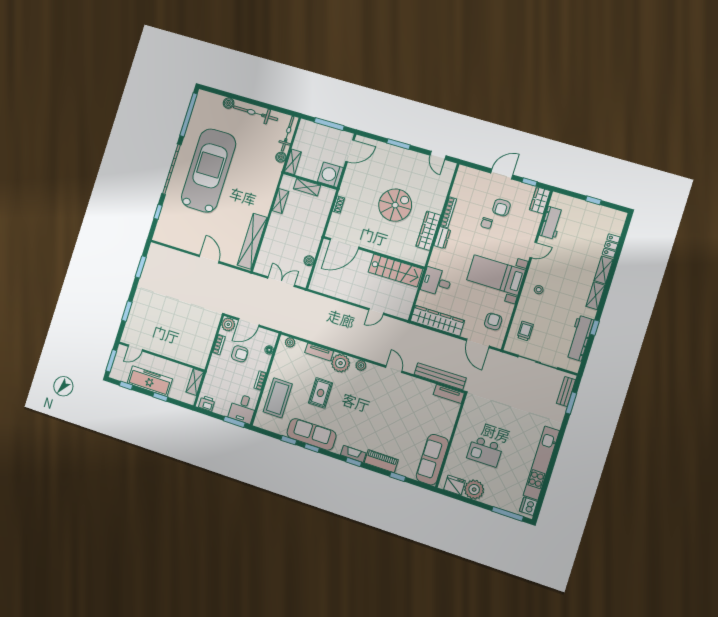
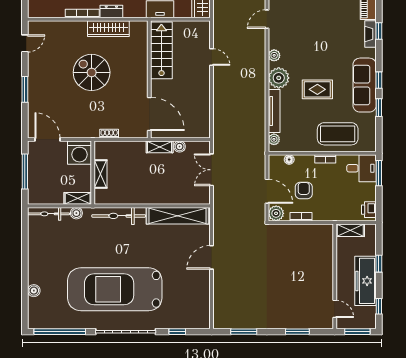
bicycle: (256, 113) -> (119, 216), moved, turned 90
shelving: (280, 201) -> (160, 147), moved
tv unit: (319, 352) -> (274, 111), width x1.41

